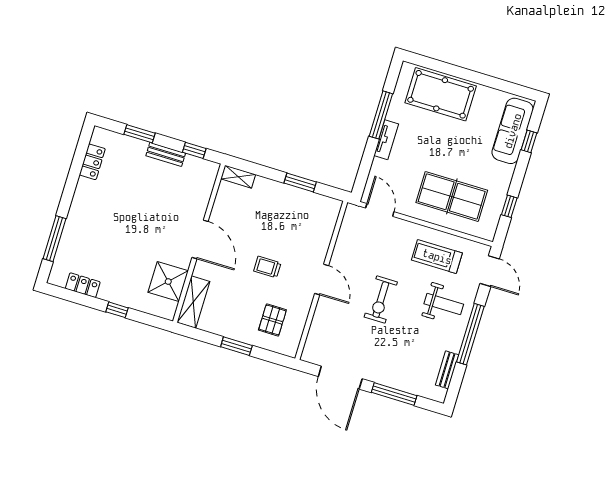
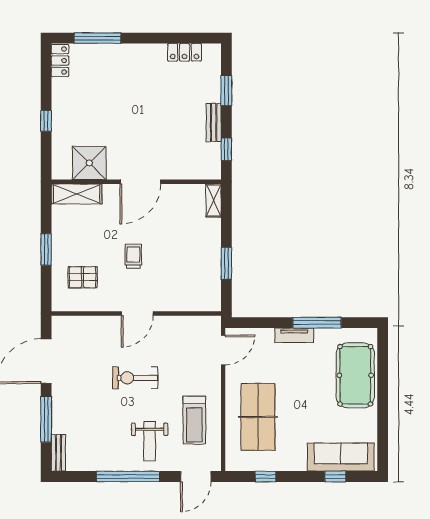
treadmill: (437, 257) -> (194, 420), turned 180
locker: (83, 285) -> (60, 61), moved
bench: (447, 370) -> (58, 453), moved, turned 90

